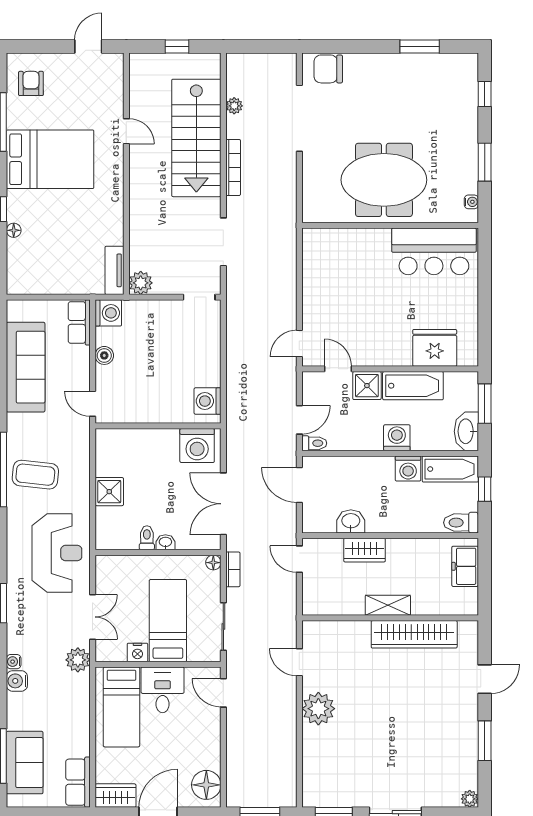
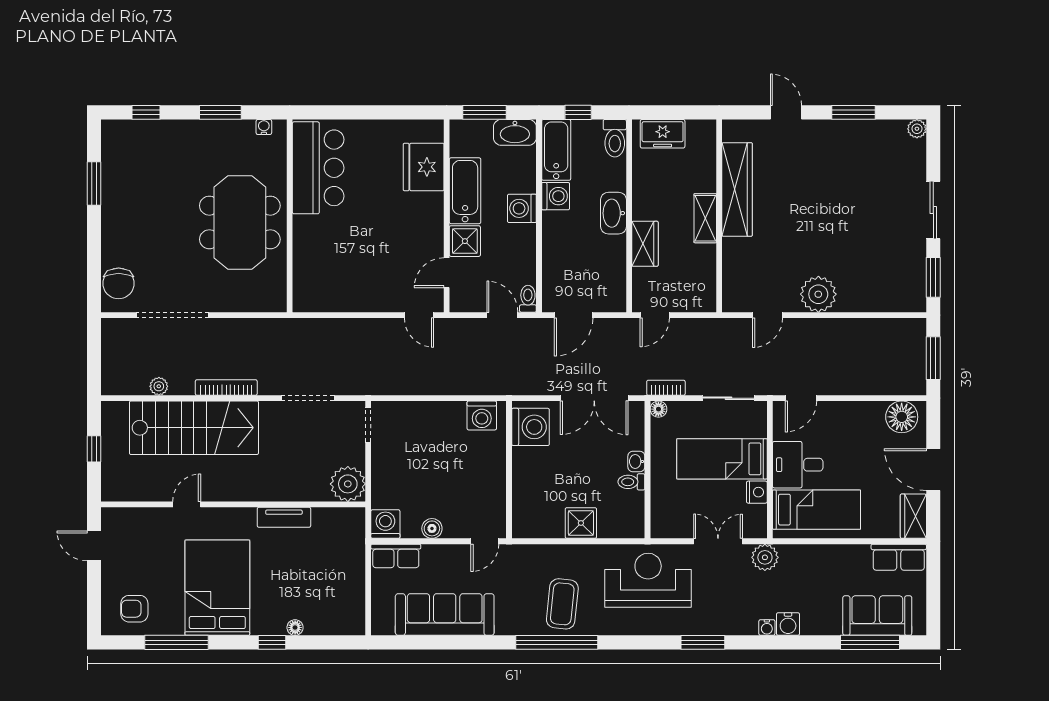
tv unit: (115, 270) -> (284, 517), moved
plant: (141, 283) -> (348, 484), width x1.36, depth x1.36
washbasin: (351, 521) -> (613, 213), moved, width x1.38

